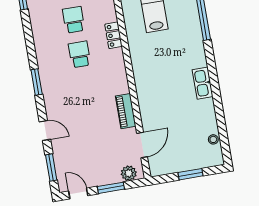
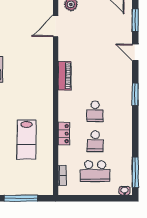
locker: (114, 35) -> (64, 134), moved
piano: (126, 111) -> (64, 76), moved

